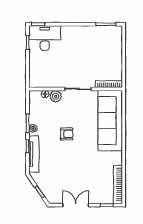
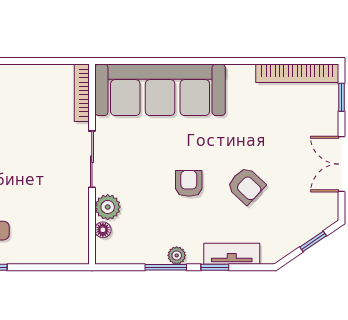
tv unit: (34, 154) -> (232, 254), width x0.71
armchair: (66, 161) -> (246, 186), added

